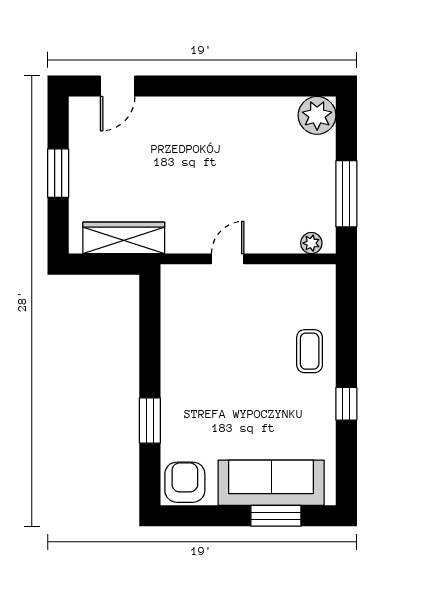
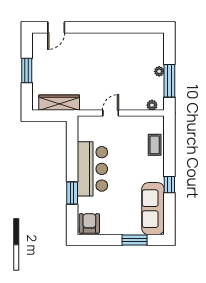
plant: (317, 115) -> (159, 71), moved, width x0.53, depth x0.53
coffee table: (310, 351) -> (155, 145), moved
bar counter: (191, 372) -> (92, 169), added
sofa: (271, 483) -> (153, 209), moved, turned -90

